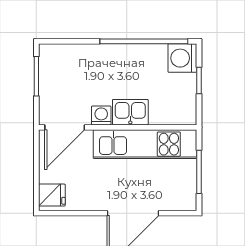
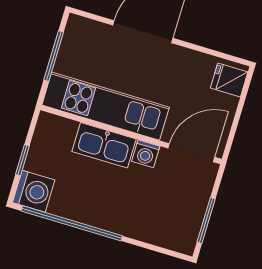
kitchen sink: (130, 112) -> (104, 145), width x1.38

